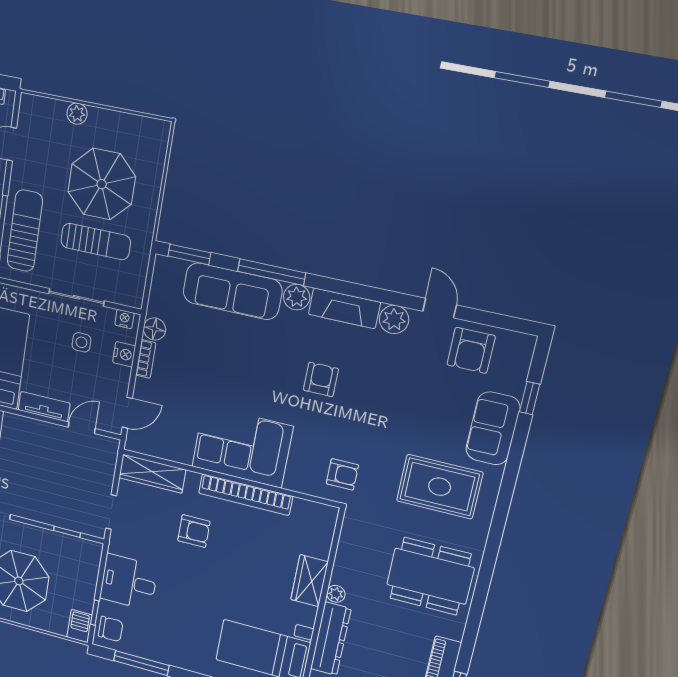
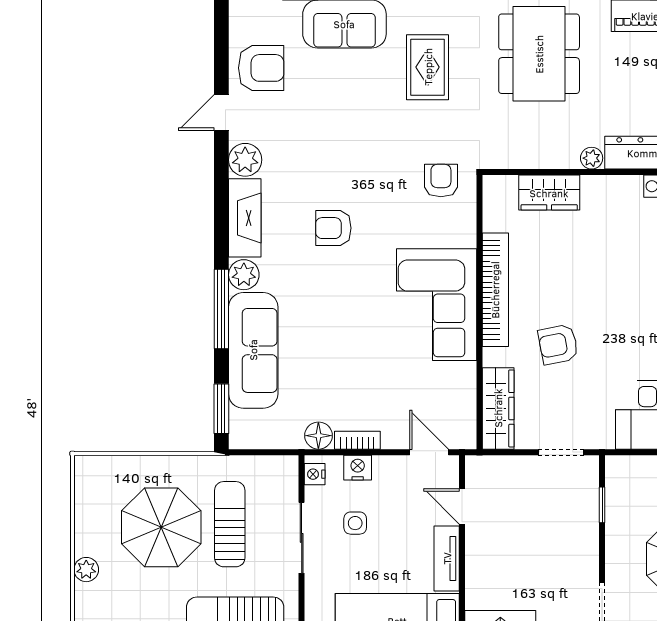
rug: (440, 487) -> (428, 67), width x0.73, depth x0.70
armchair: (194, 531) -> (558, 344), turned -101
wardrobe: (310, 581) -> (549, 193), moved

